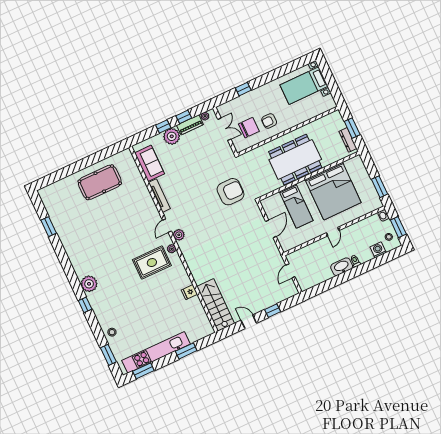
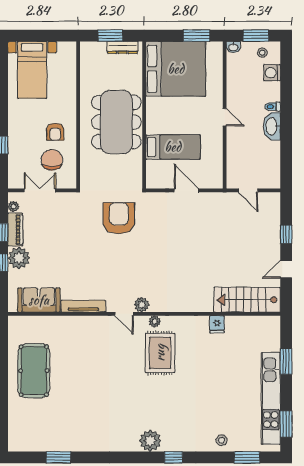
bed: (333, 191) -> (176, 69), moved

